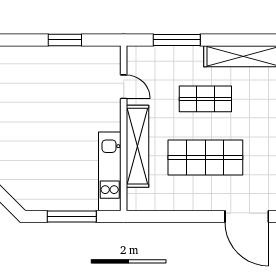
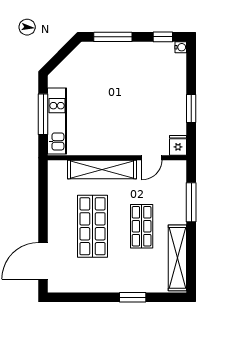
fridge: (109, 56) -> (178, 145), added
kitchen unit: (110, 171) -> (57, 121), moved, turned 90

